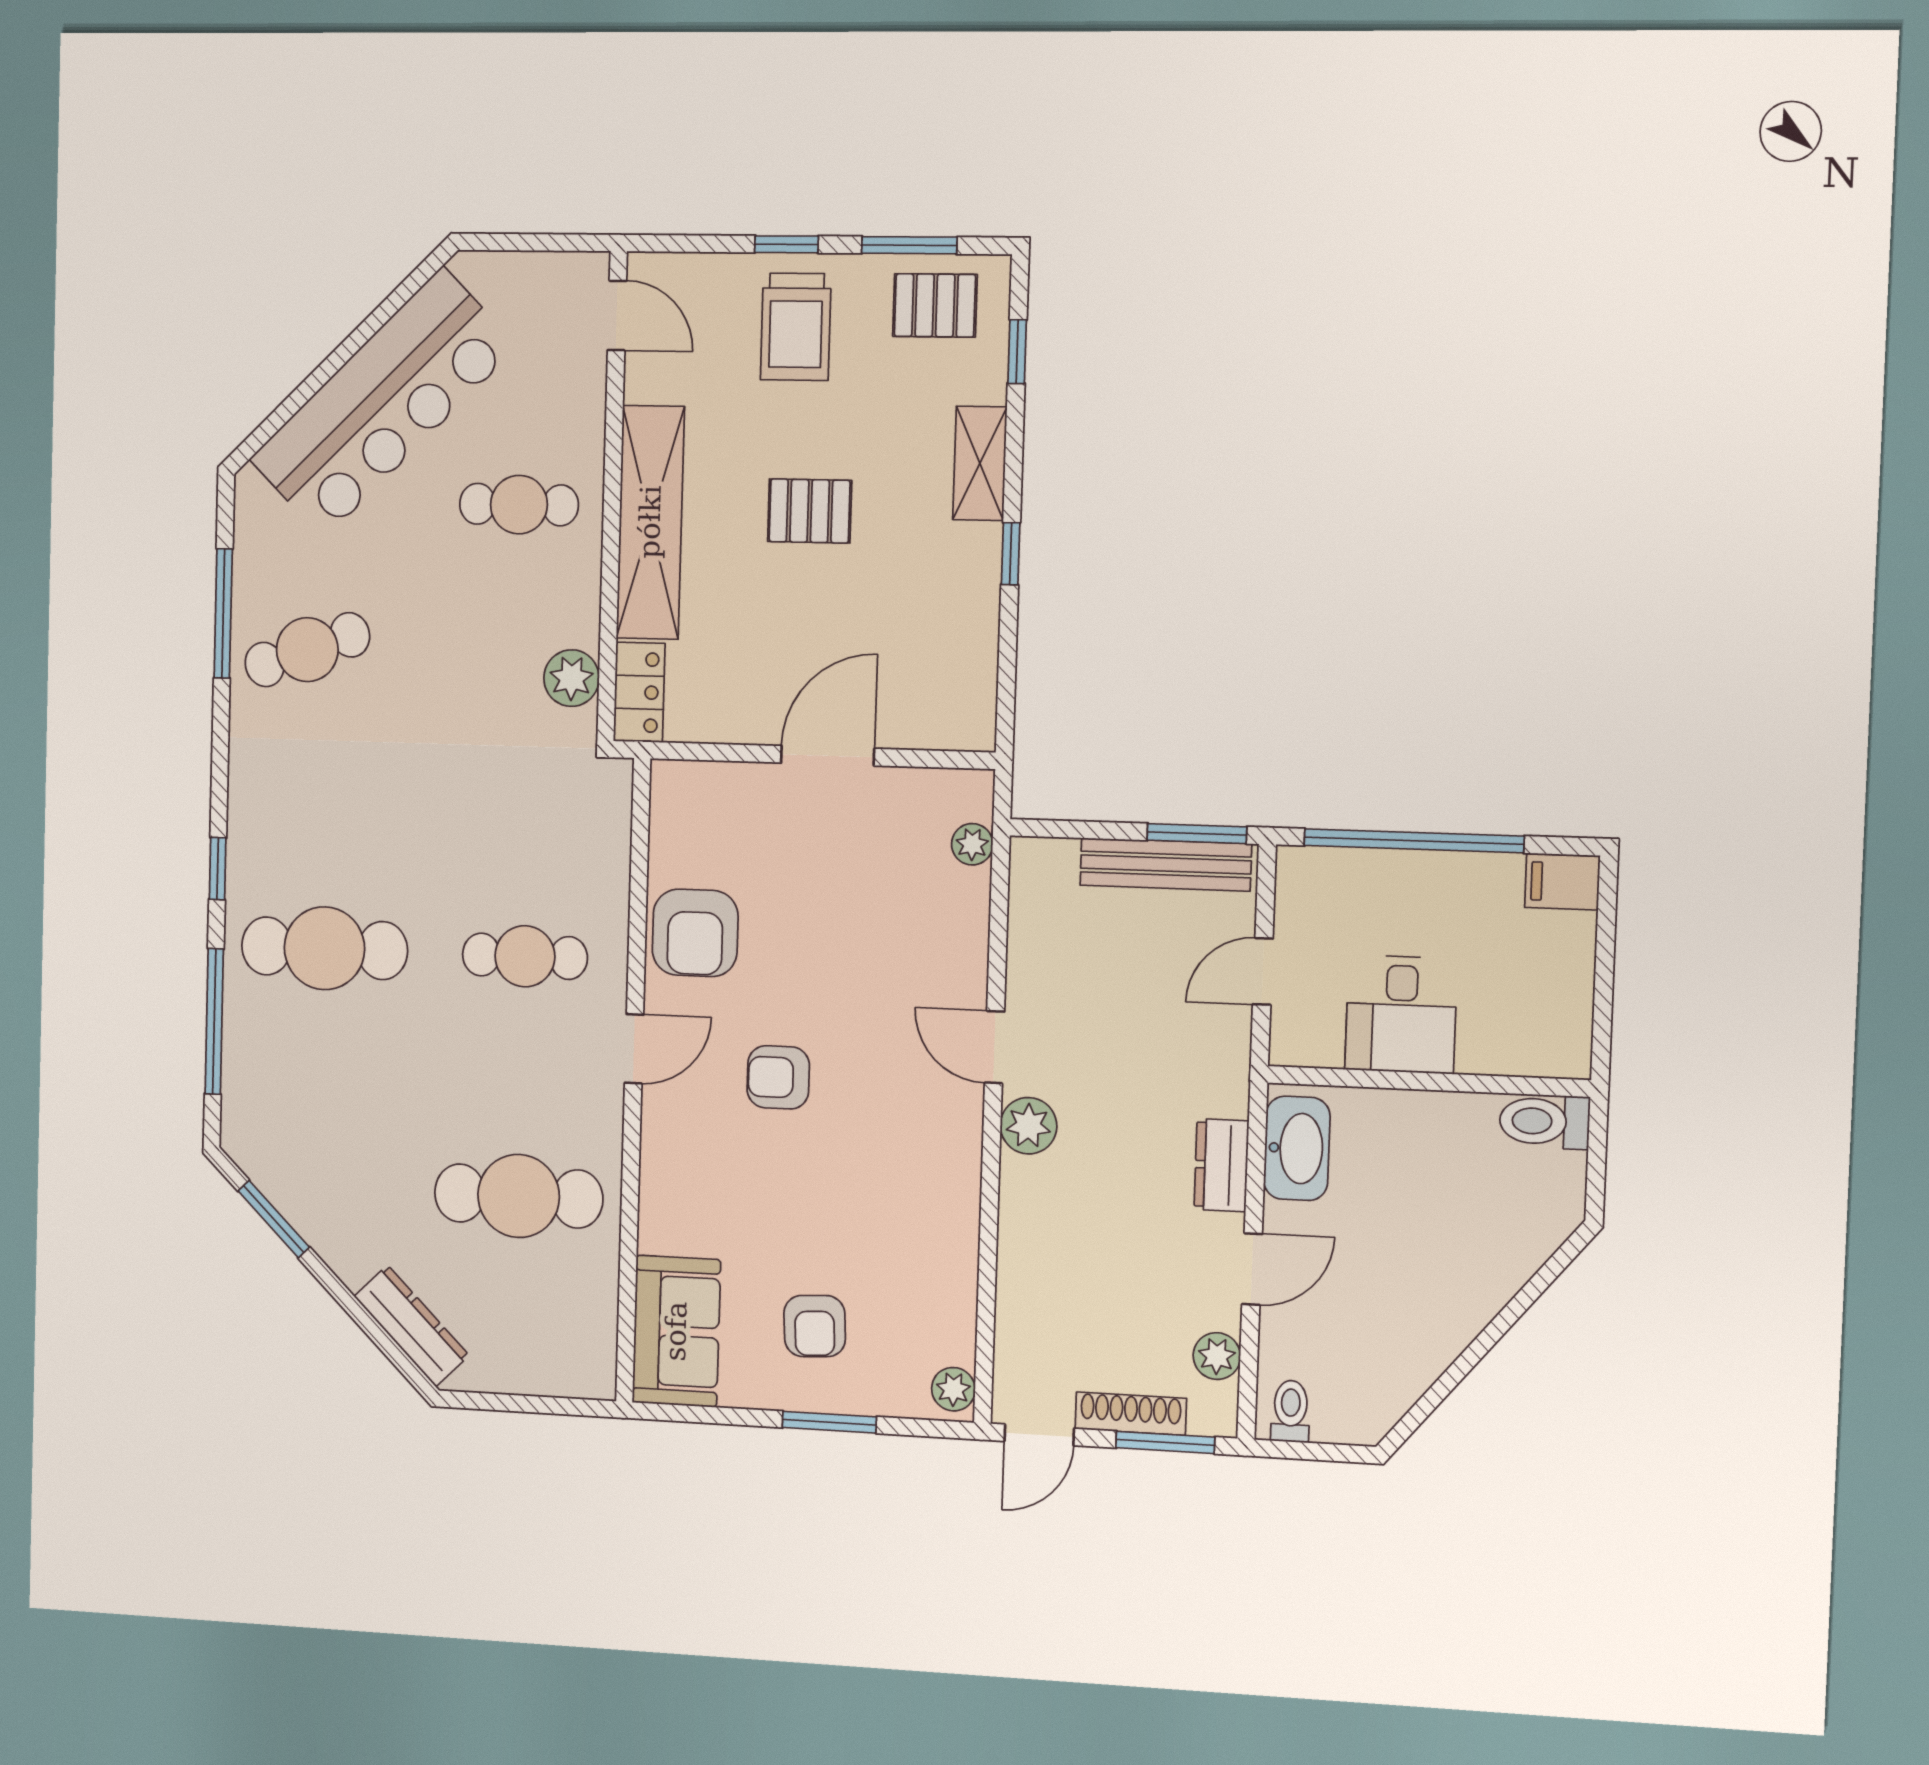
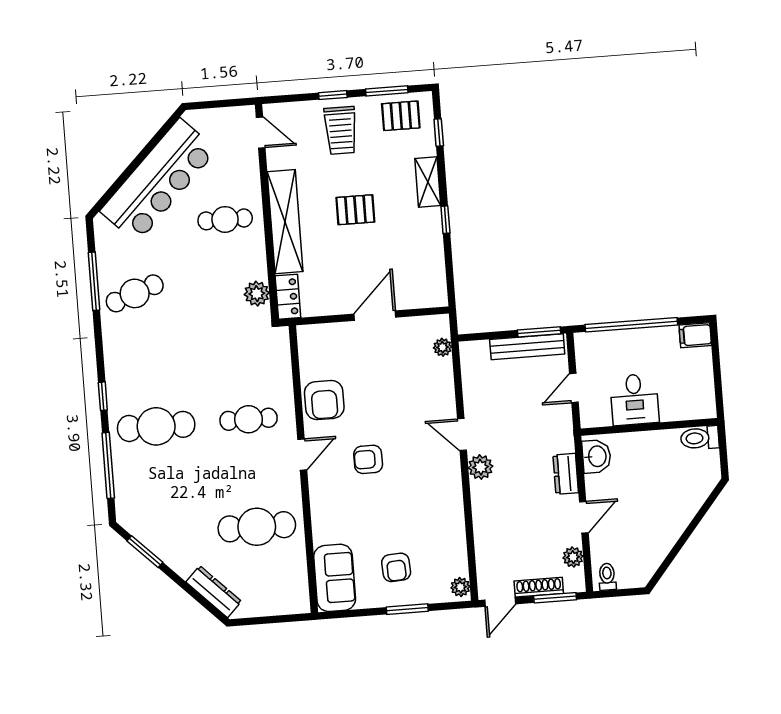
washbasin: (1297, 1148) -> (596, 456), width x0.72

